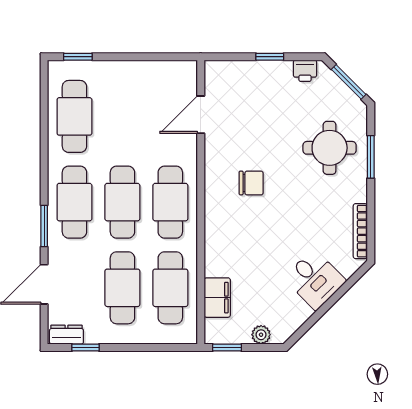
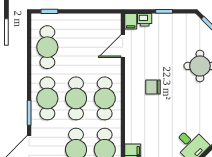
printer: (305, 71) -> (145, 20), moved
filing cabinet: (214, 73) -> (131, 21), added
chair: (251, 183) -> (153, 87), turned 180

